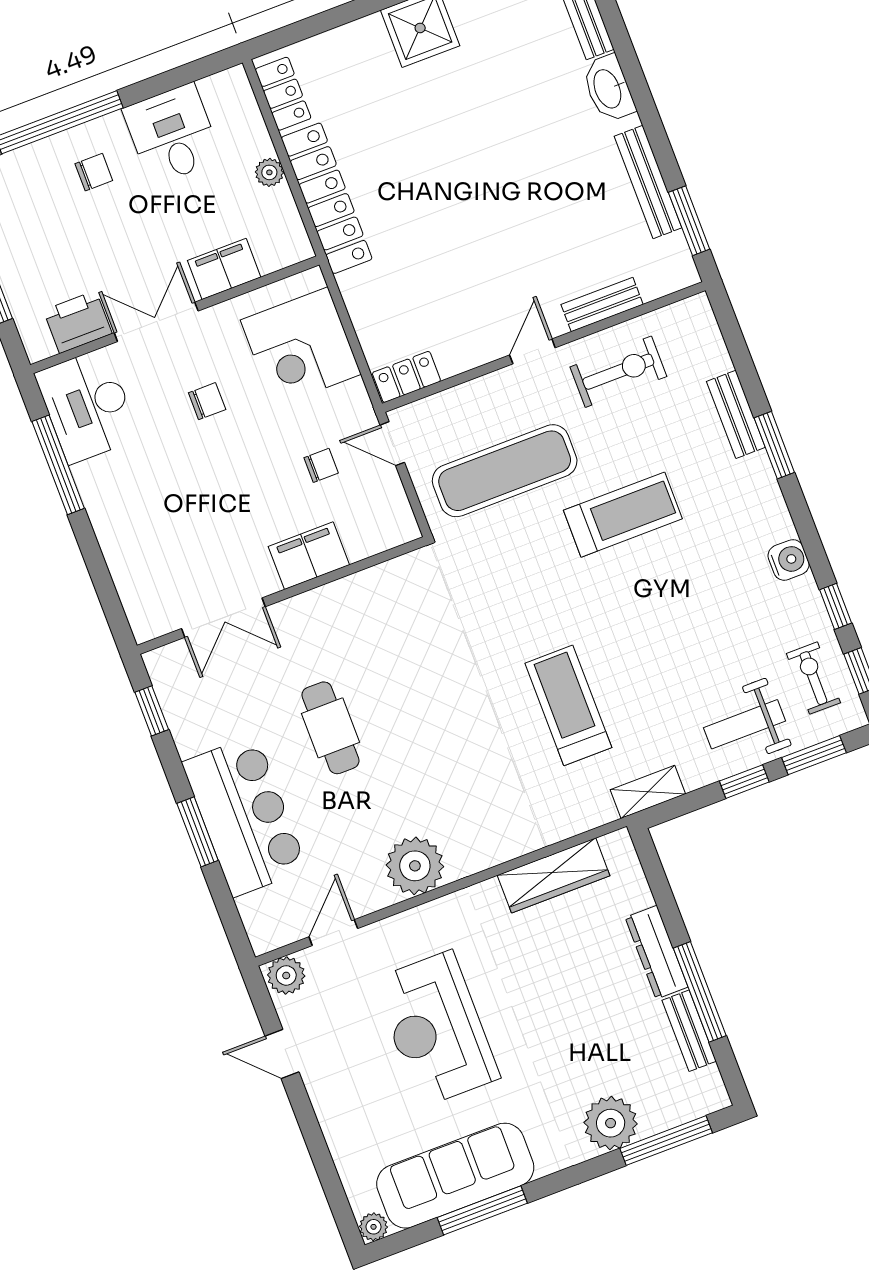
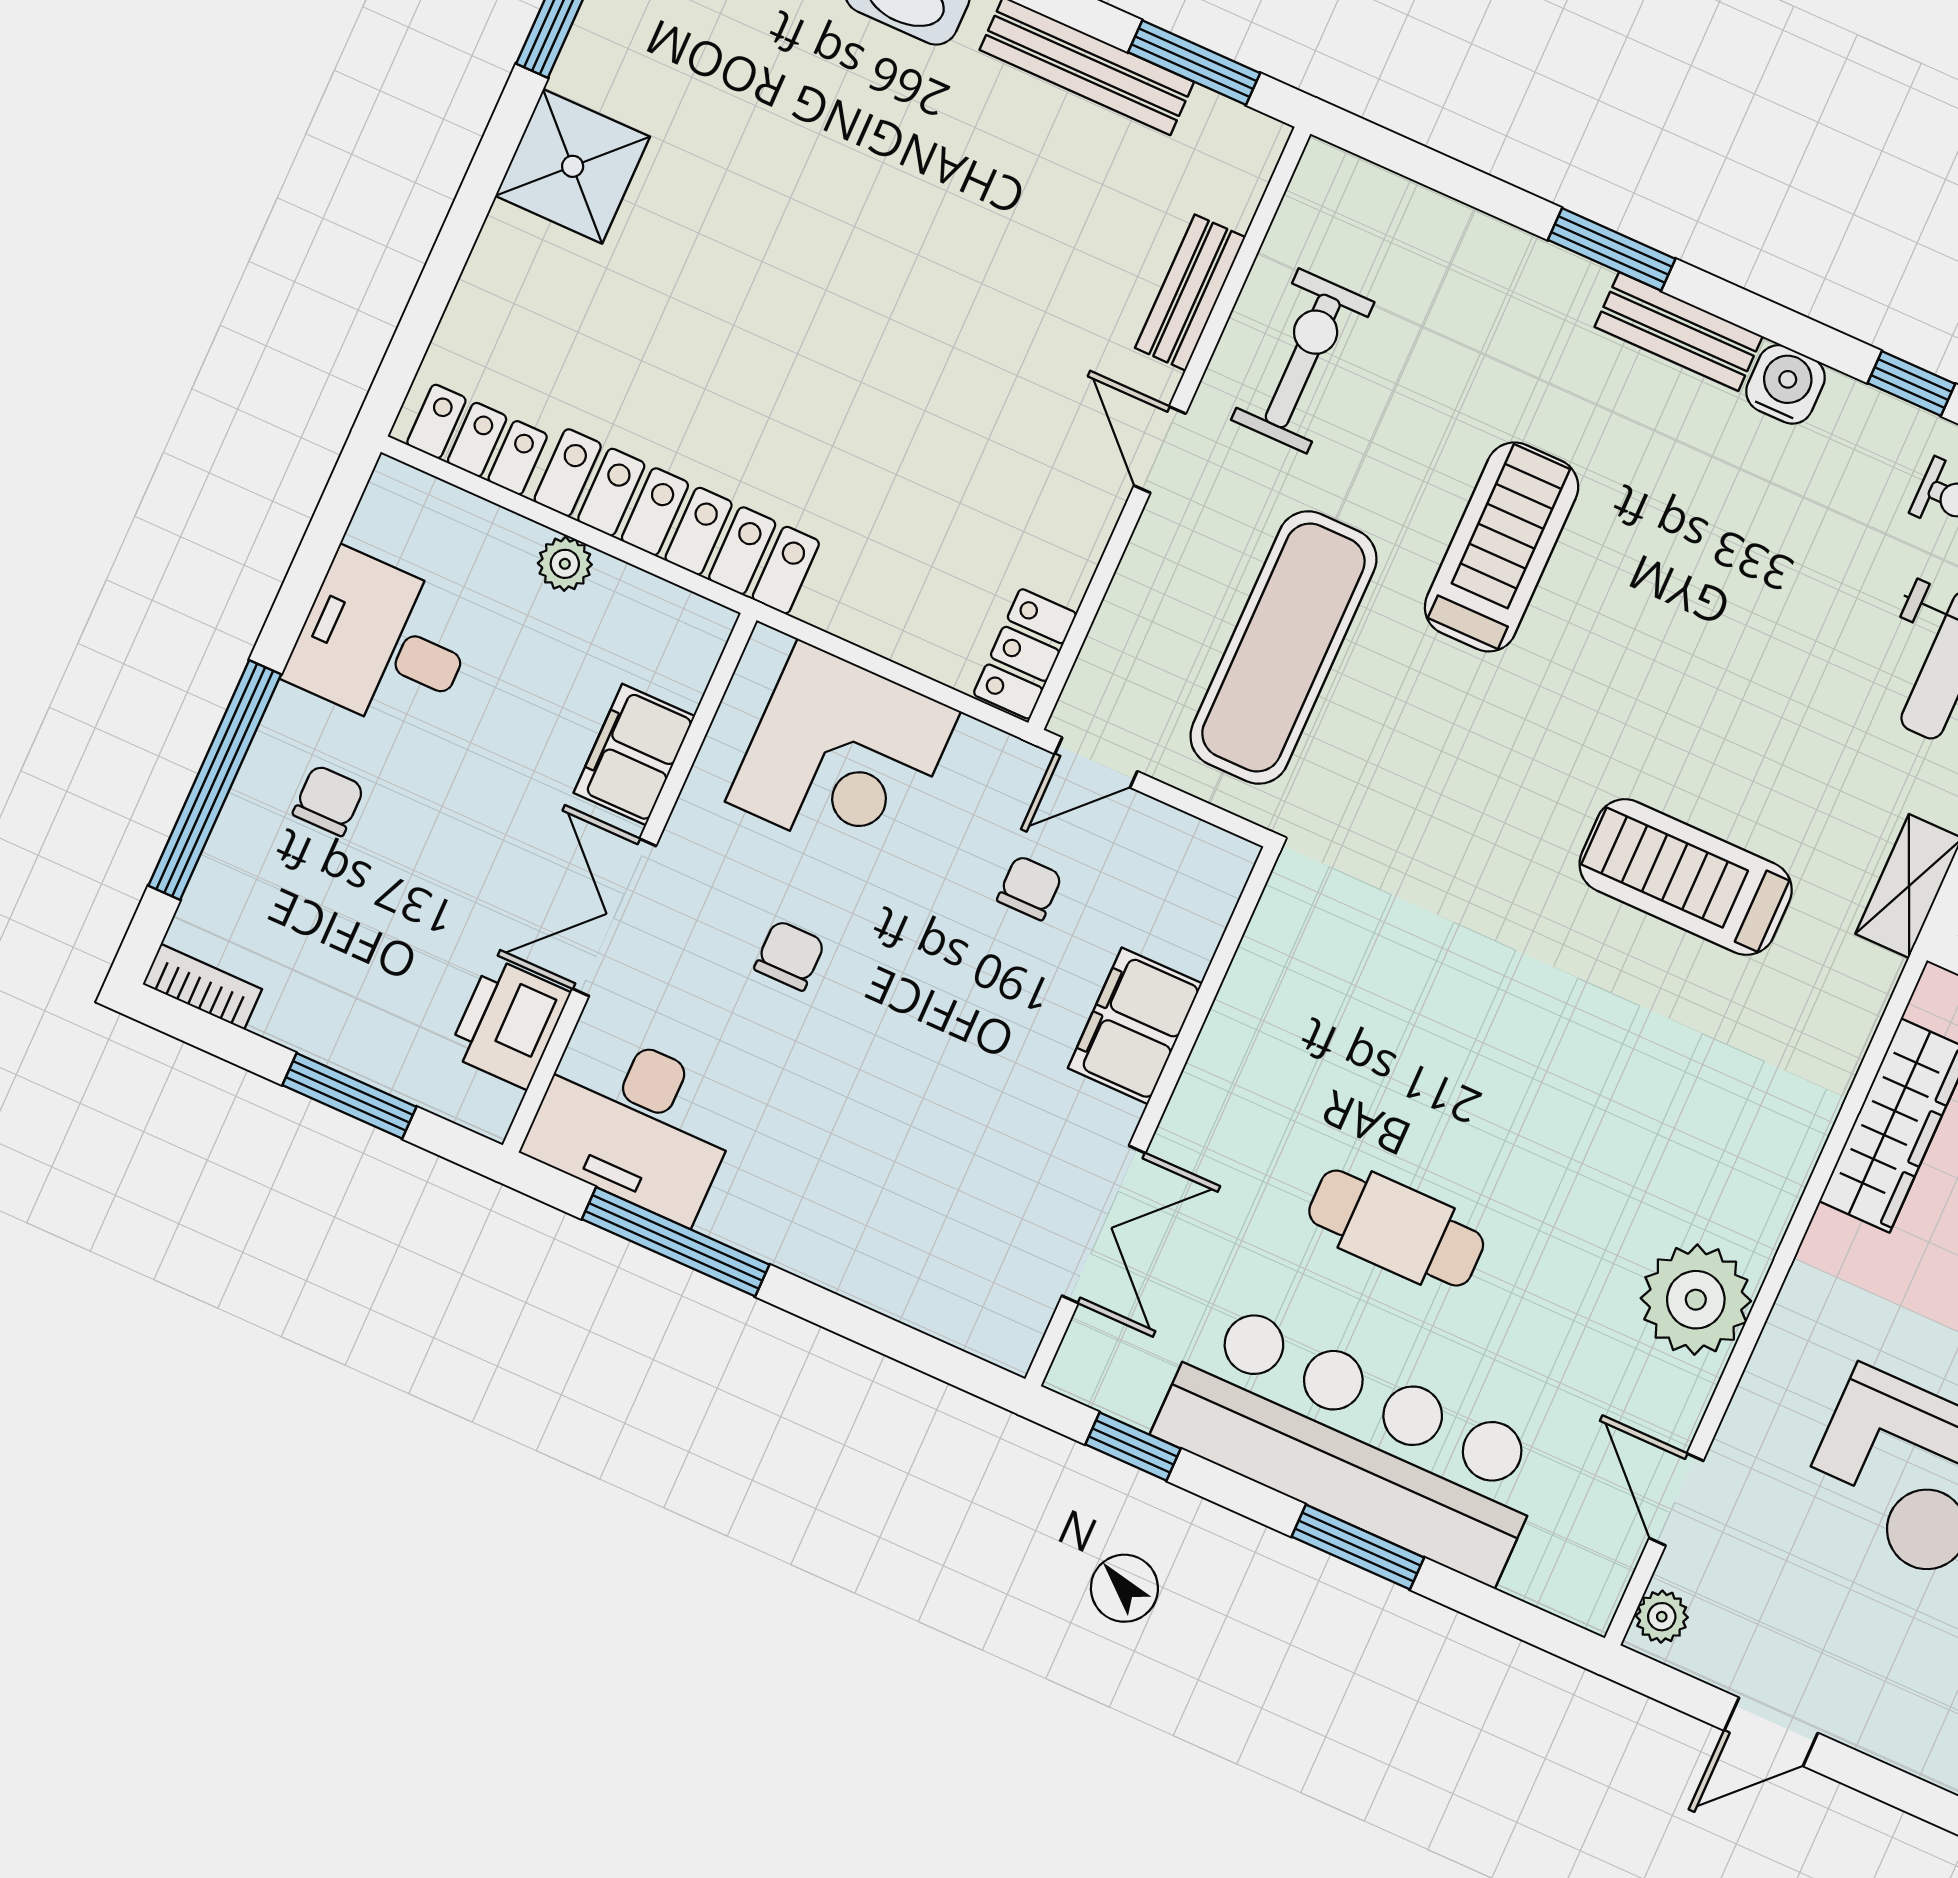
bench: (736, 414) -> (1679, 331), moved
bar counter: (245, 816) -> (1354, 1442), width x1.36
plant: (286, 975) -> (1662, 1617), width x0.73, depth x0.73

